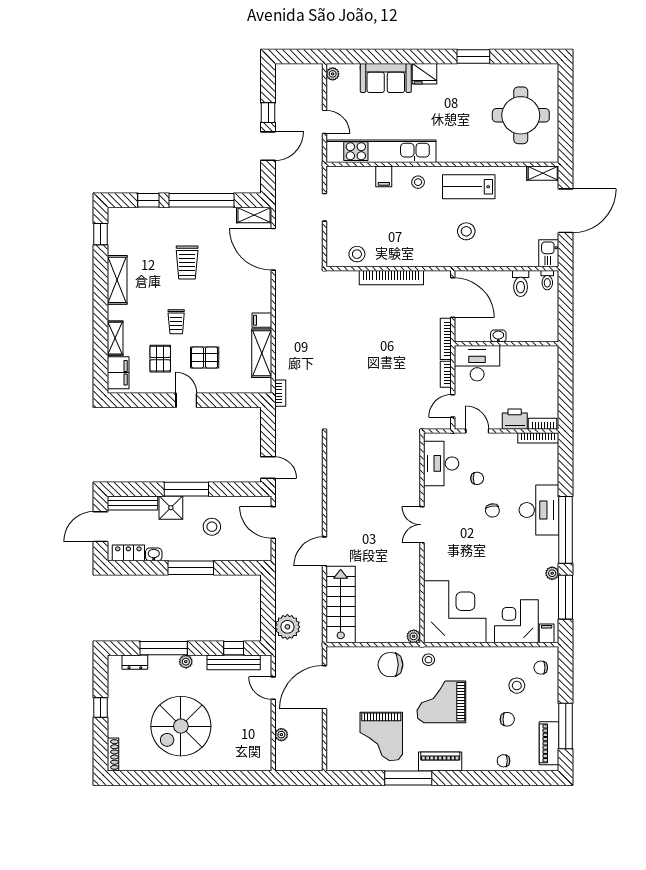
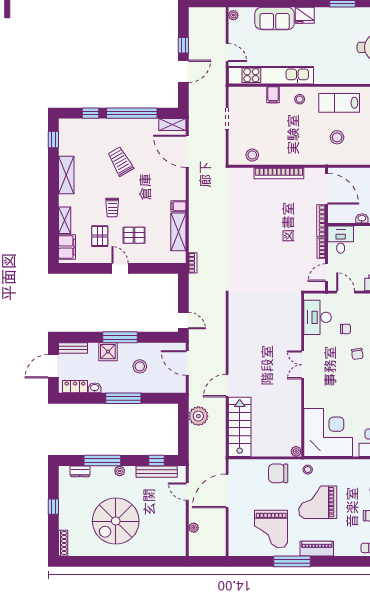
trolley: (187, 262) -> (120, 161), turned 150
desk: (477, 363) -> (341, 240), width x0.73
bench: (133, 503) -> (73, 348), width x0.73
plant: (287, 627) -> (198, 416), moved

